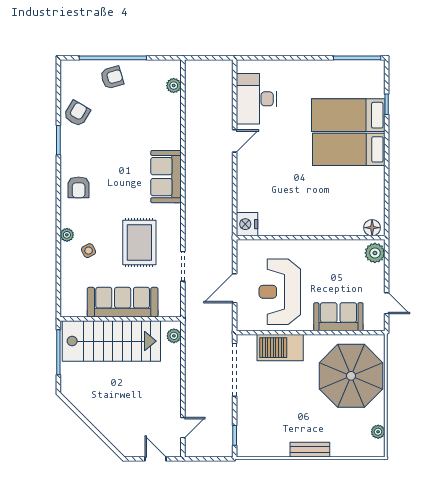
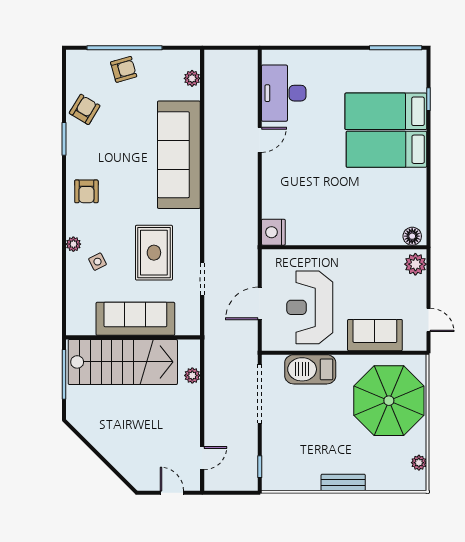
sofa: (166, 177) -> (179, 155), width x1.85, depth x1.27
plant: (174, 336) -> (192, 375), moved

